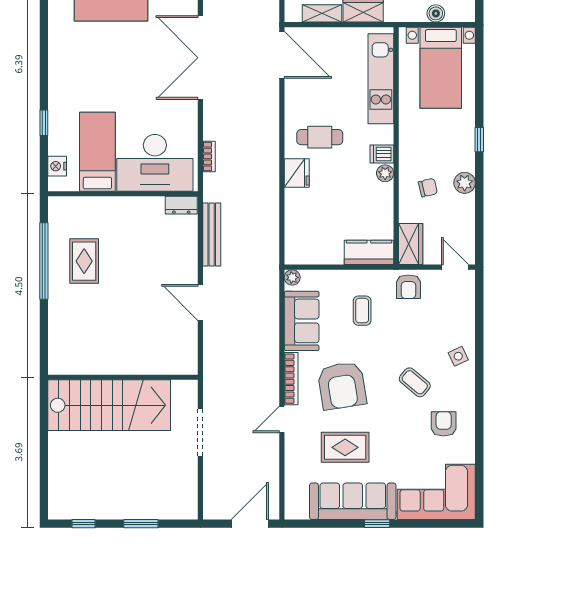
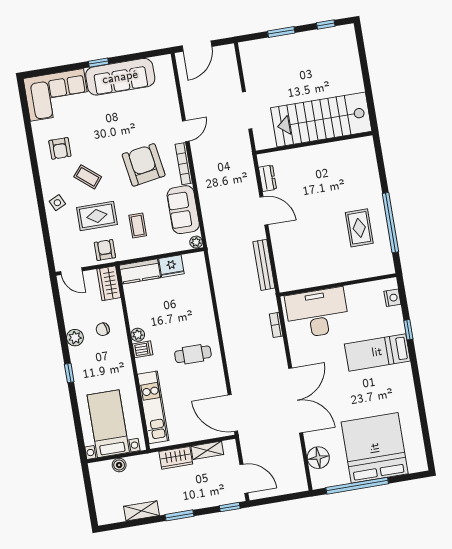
bed: (97, 152) -> (377, 352), moved, turned 90
fridge: (297, 173) -> (171, 266), moved, turned -90
dresser: (181, 205) -> (268, 178), moved, turned 90
rug: (345, 447) -> (97, 216), moved

